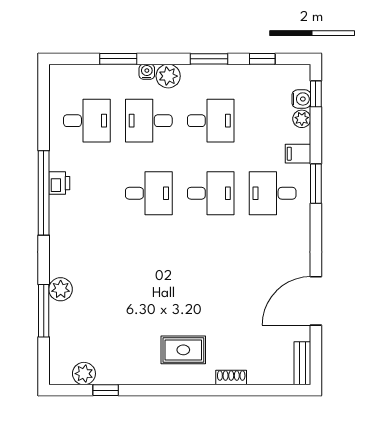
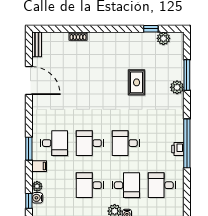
door: (316, 301) -> (29, 81), hinge flipped
rug: (183, 350) -> (137, 82), moved, turned 90

